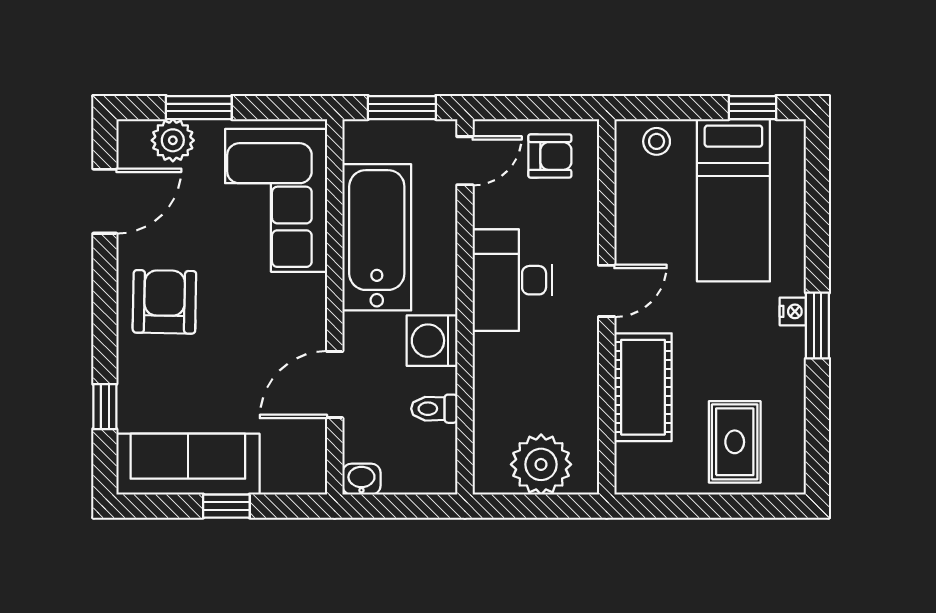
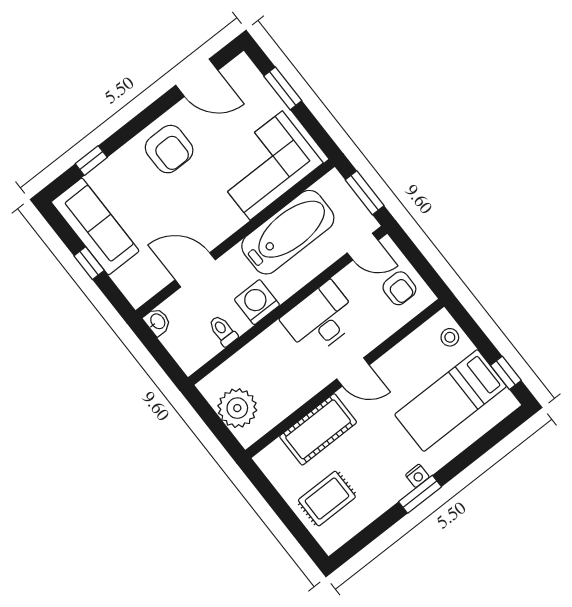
plant: (173, 140) -> (255, 88), removed
armchair: (164, 302) -> (169, 149), turned 89

